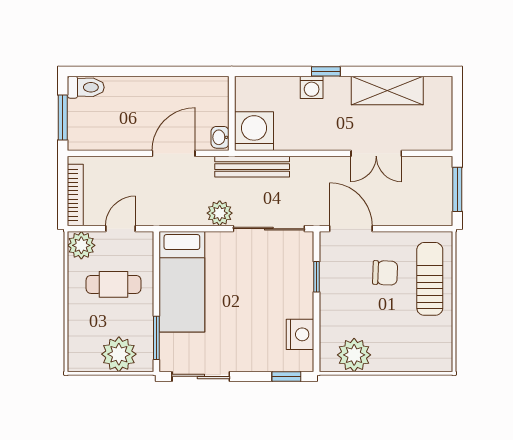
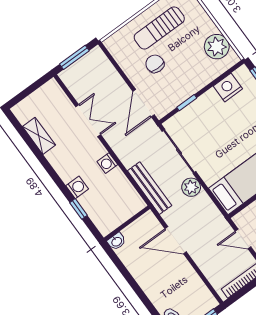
window: (326, 71) -> (78, 209), moved
shelving: (387, 90) -> (39, 136), width x0.67, depth x0.75
washing machine: (254, 131) -> (107, 163), moved, width x0.53, depth x0.53
washbasin: (220, 137) -> (117, 241), moved
sun lounger: (430, 279) -> (159, 28), moved

